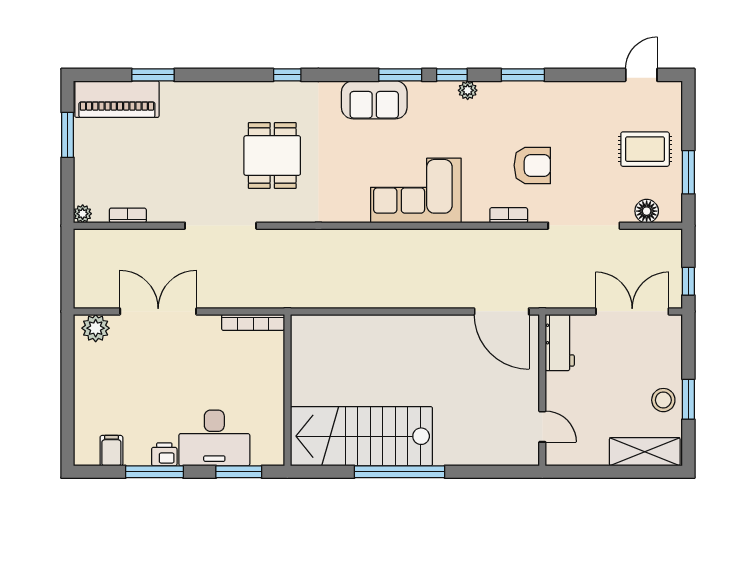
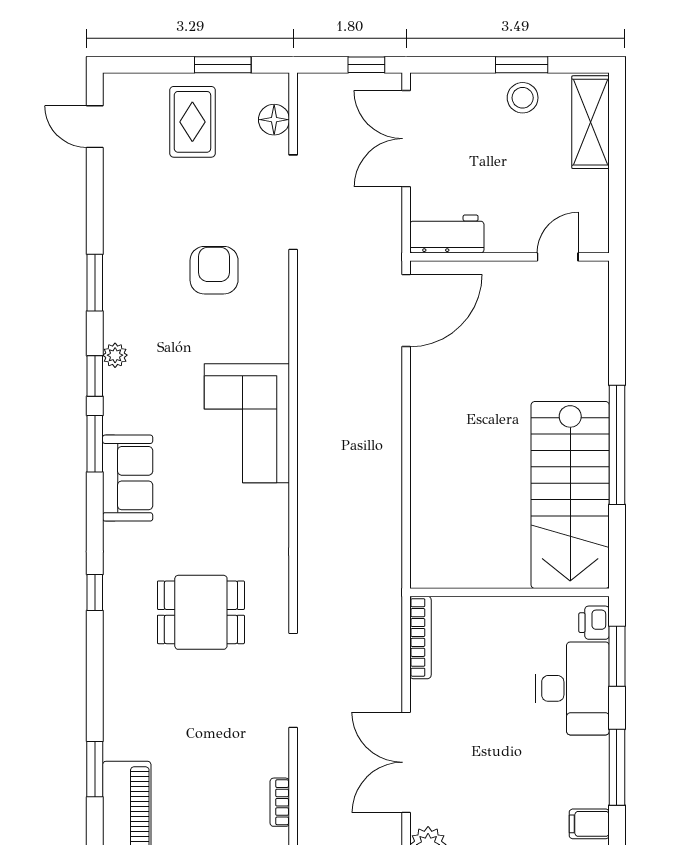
bookcase: (509, 215) -> (280, 301), removed
printer: (164, 454) -> (594, 623), moved

